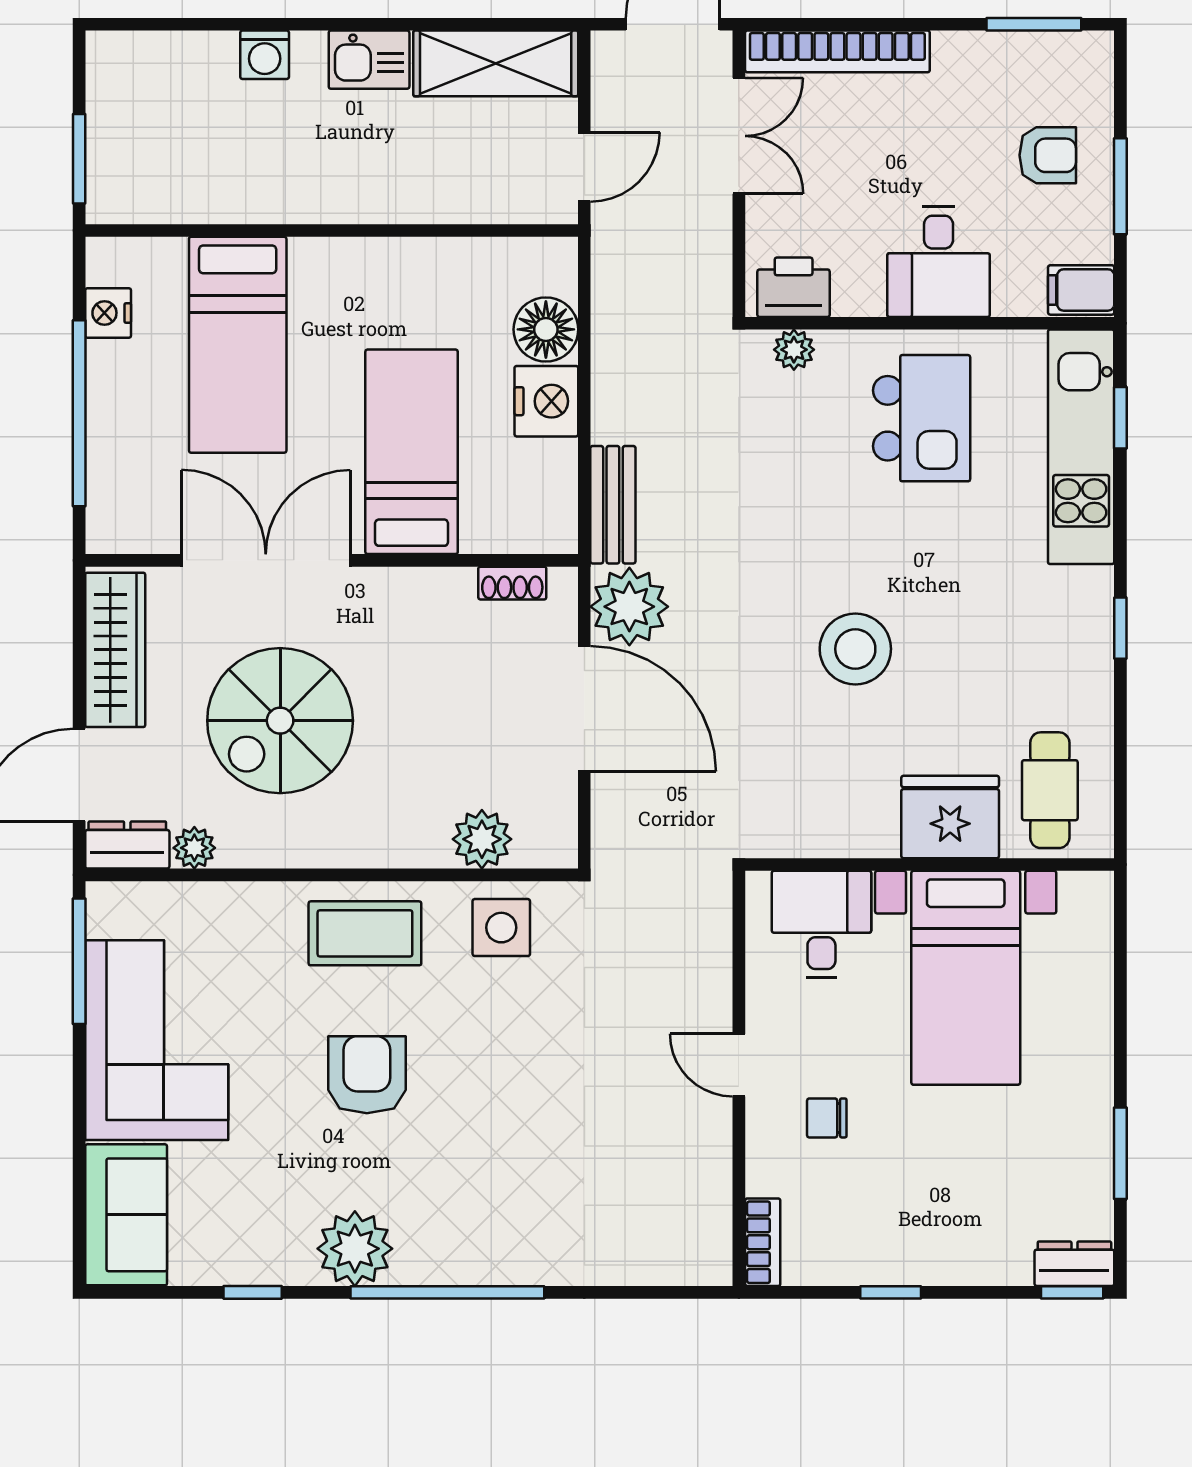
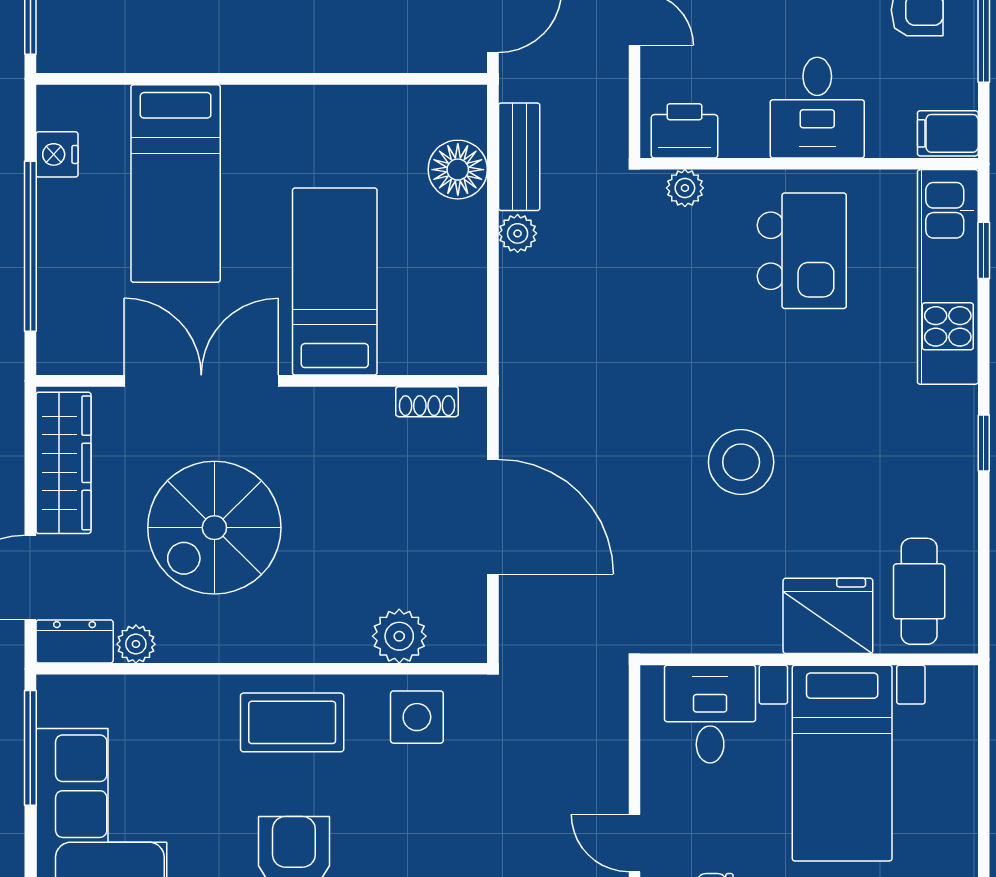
nightstand: (546, 401) -> (458, 235), removed
bench: (613, 505) -> (519, 157), moved
plant: (629, 607) -> (518, 233), moved, width x0.53, depth x0.53

